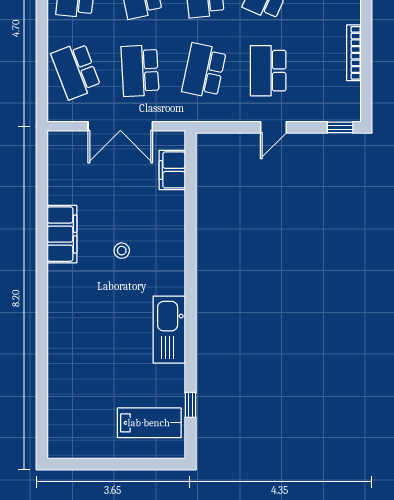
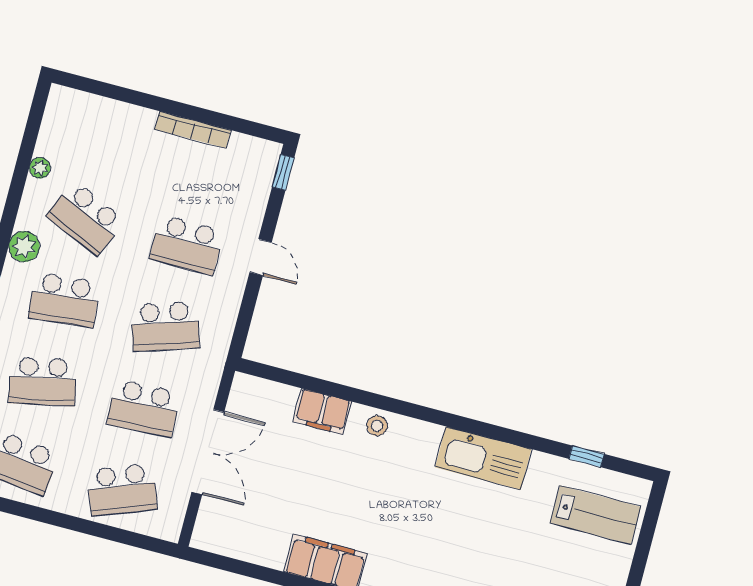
school desk: (204, 71) -> (165, 327), turned -30
filing cabinet: (172, 170) -> (322, 412), moved
stool: (122, 251) -> (377, 426), moved
lab bench: (149, 423) -> (595, 515), turned 90

